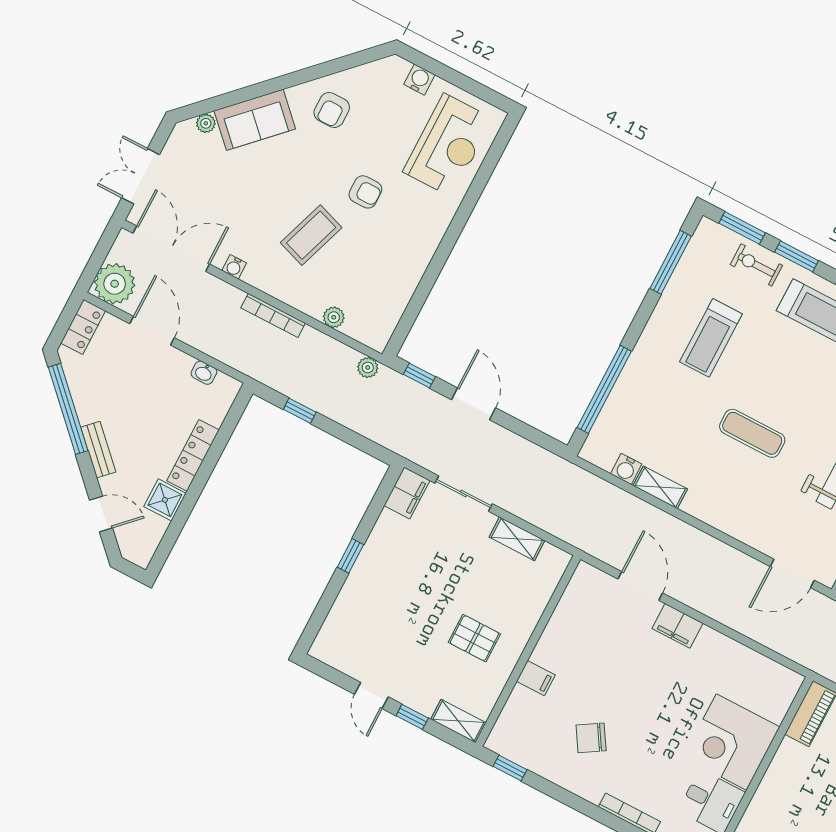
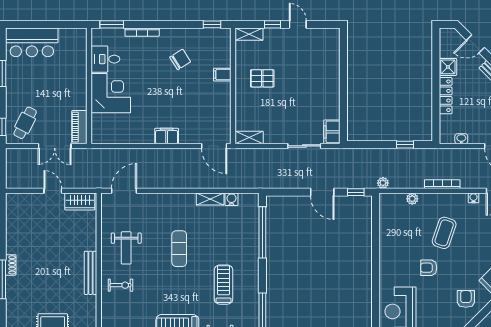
exercise mat: (752, 433) -> (179, 249), turned 90
shelving: (517, 539) -> (249, 138), moved
window: (350, 556) -> (343, 87), removed
door: (640, 586) -> (214, 146), moved

